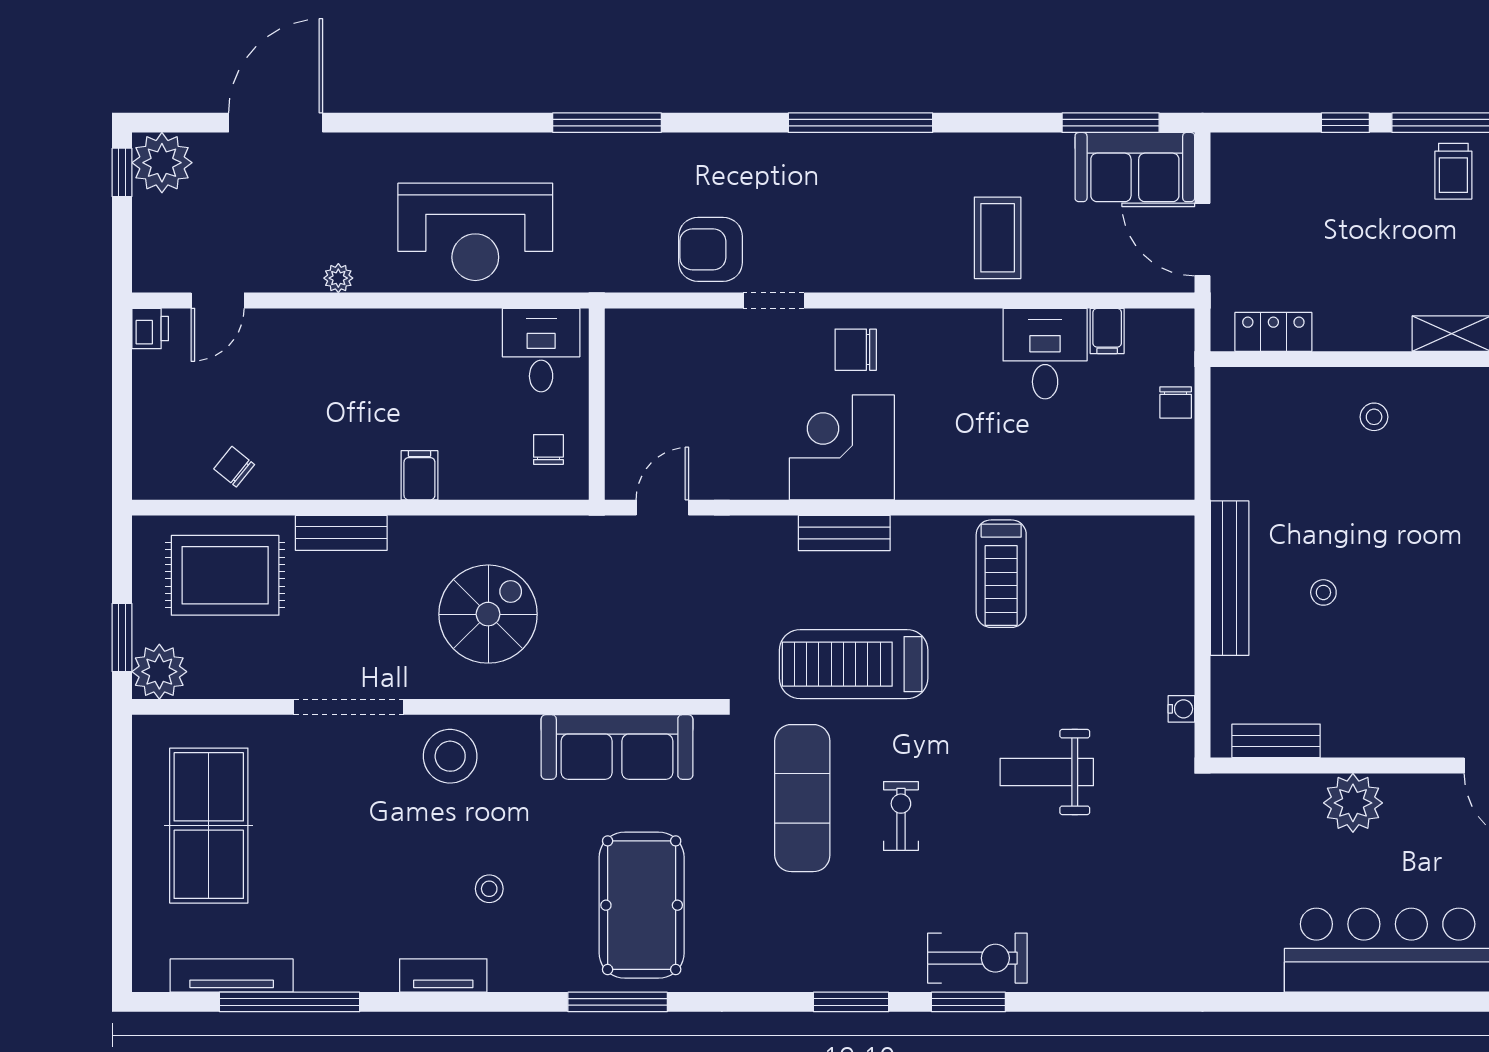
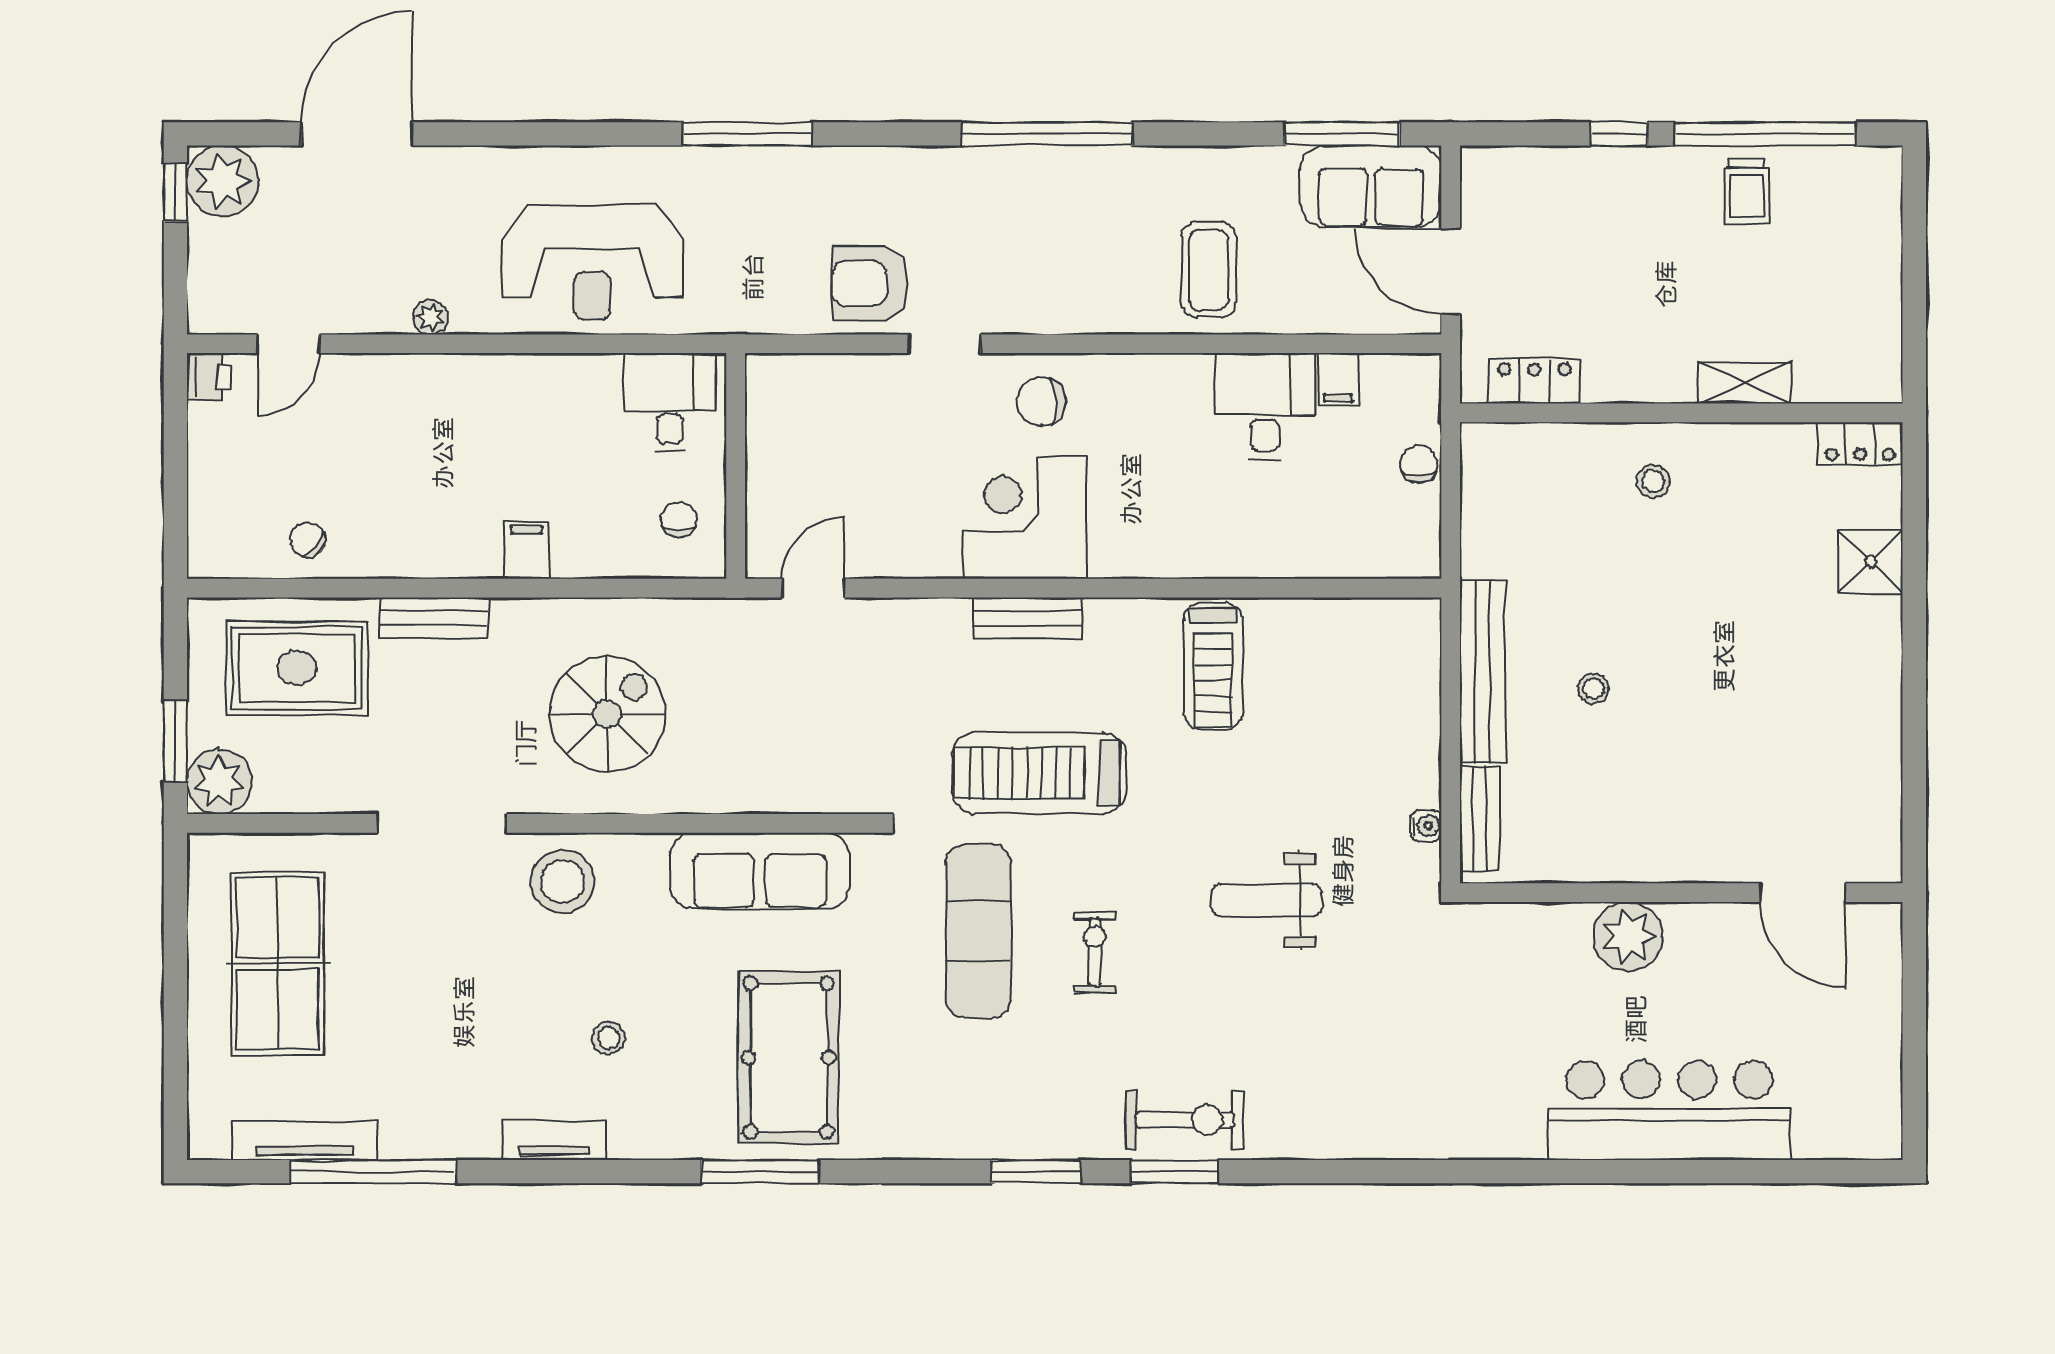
chair: (1176, 402) -> (1419, 464), turned 180
bench: (1276, 741) -> (1480, 818), moved, turned 90

